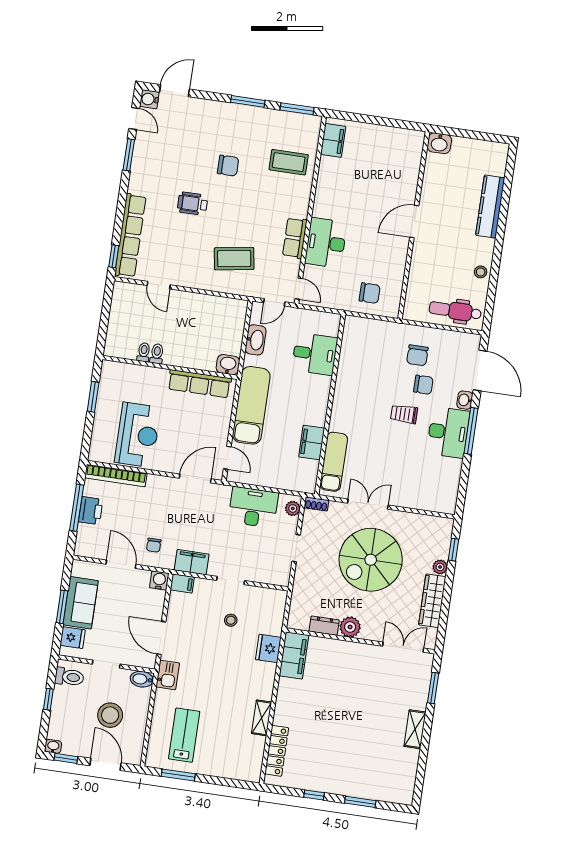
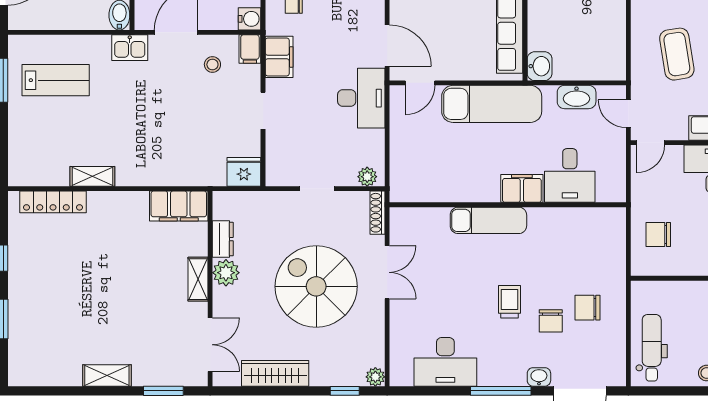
chair: (370, 293) -> (658, 234), turned 90
desk: (448, 432) -> (445, 362), moved
filing cabinet: (312, 443) -> (522, 188), moved
exam couch: (334, 462) -> (488, 220), moved
shoe rack: (316, 504) -> (377, 213), width x1.43
desk: (253, 507) -> (361, 98), moved
plant: (440, 567) -> (375, 377), moved
stool: (231, 620) -> (212, 64), moved
fridge: (268, 648) -> (244, 172), moved
shelving: (352, 649) -> (198, 279), added

